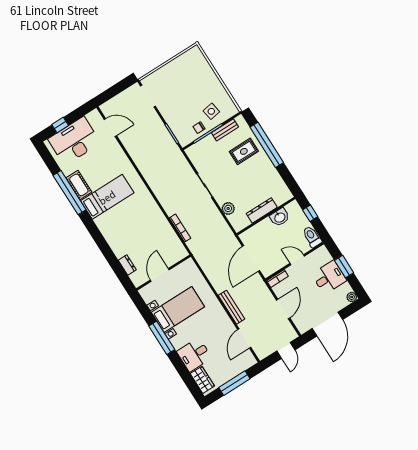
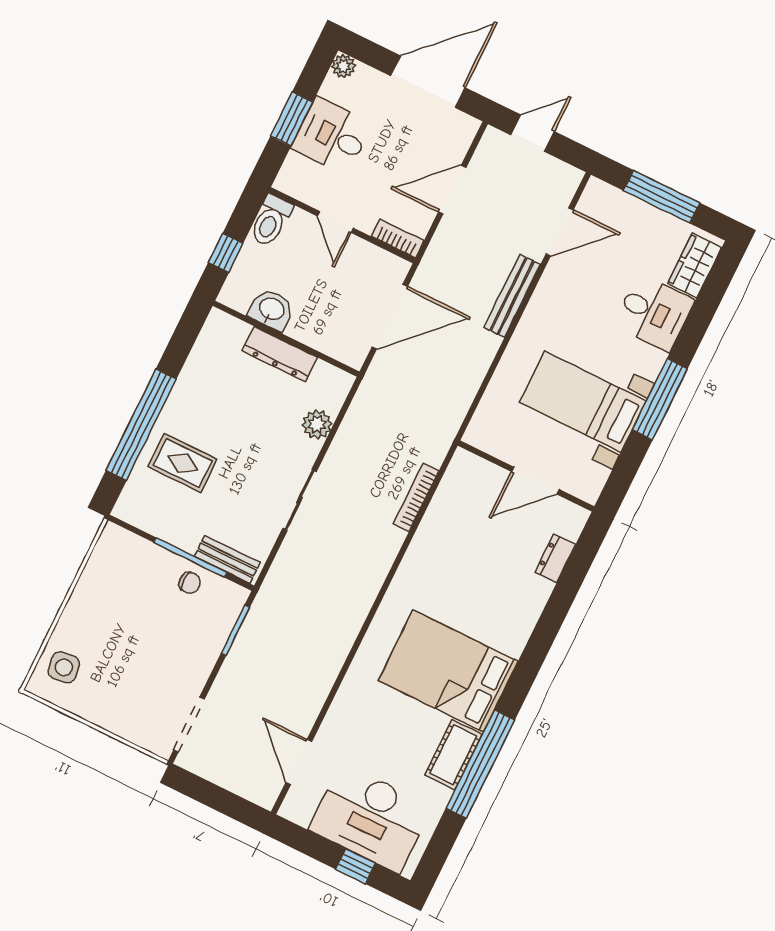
side table: (211, 111) -> (64, 667), moved
bench: (225, 130) -> (227, 559), moved
bed: (107, 197) -> (448, 671), width x1.50

